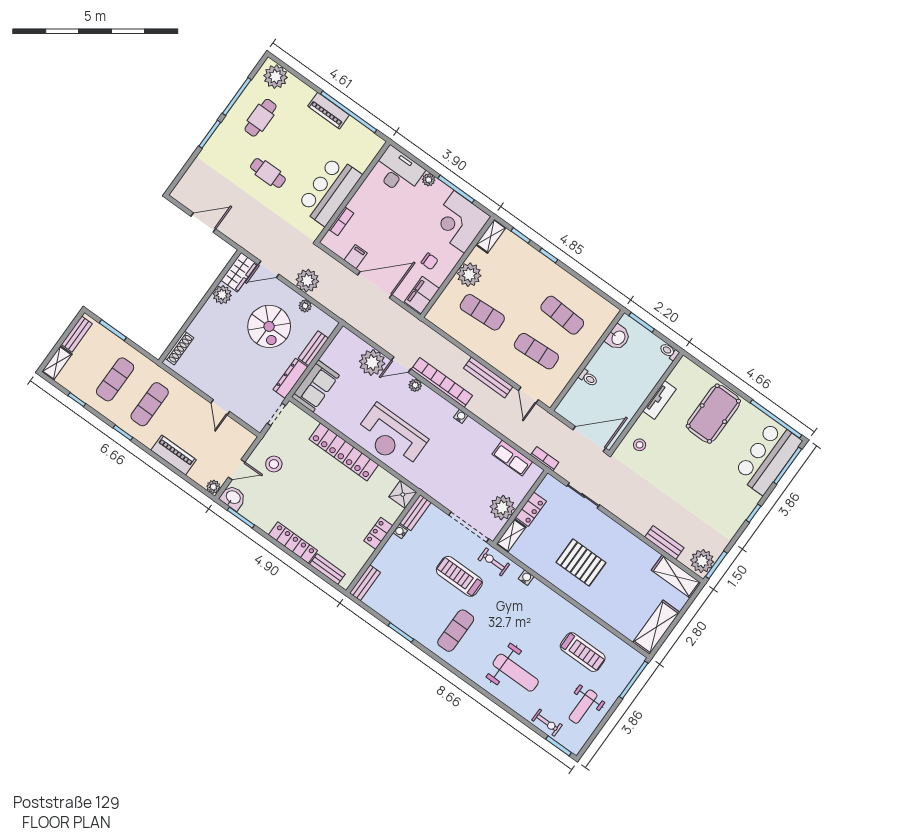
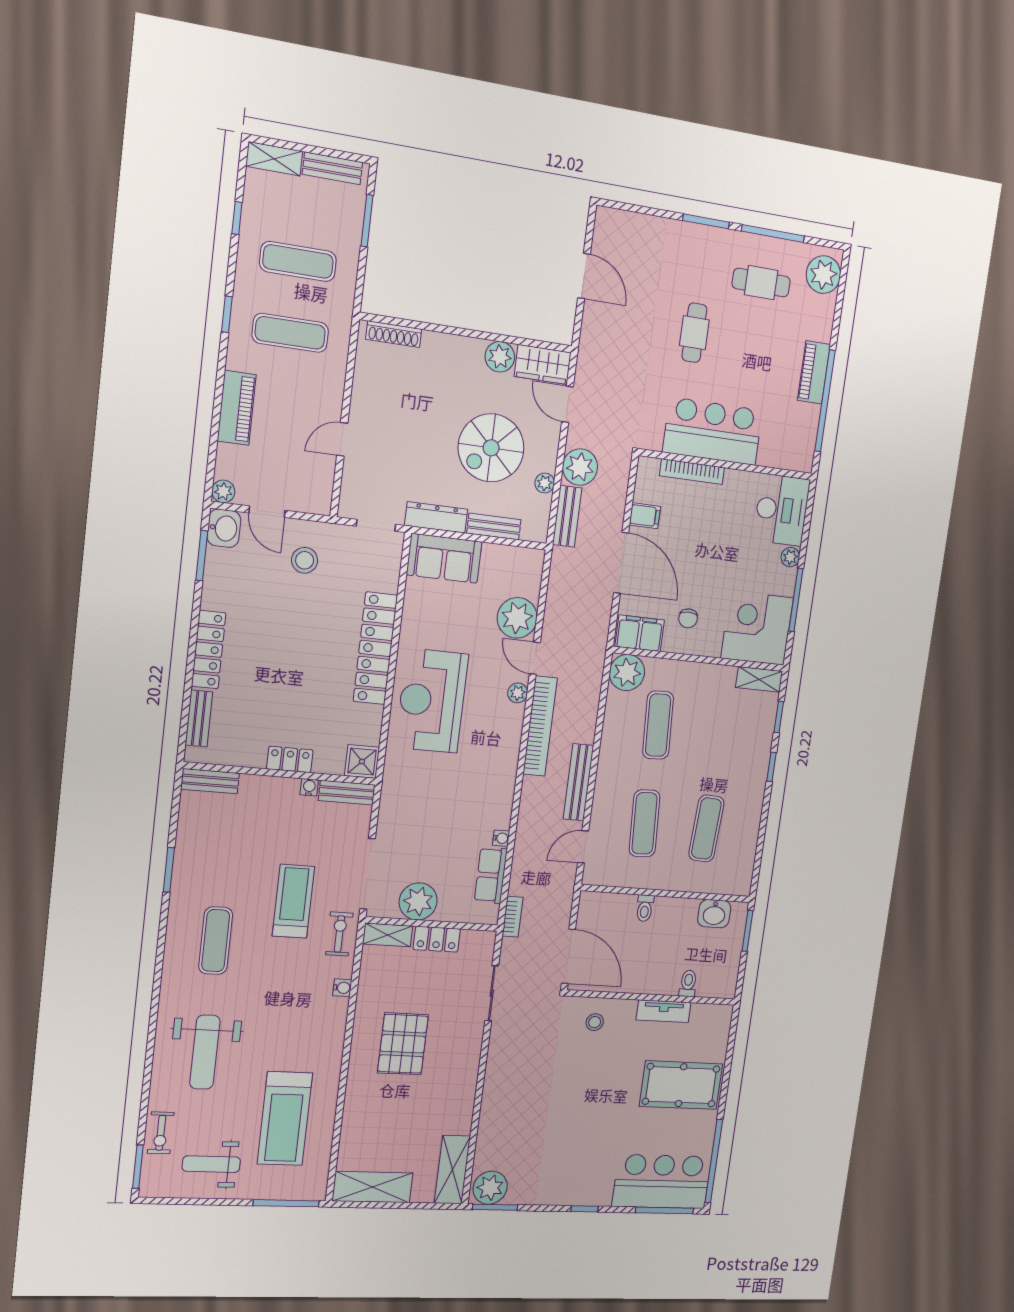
bookcase: (341, 221) -> (692, 472), width x1.56
plant: (469, 275) -> (627, 673), moved
toilet: (669, 351) -> (688, 983), moved
water cooler: (461, 416) -> (501, 838), moved
bench: (664, 542) -> (567, 516), moved
exercise mat: (456, 631) -> (216, 941), turned 90
treadmill: (583, 652) -> (285, 1118), width x1.37, depth x1.38

